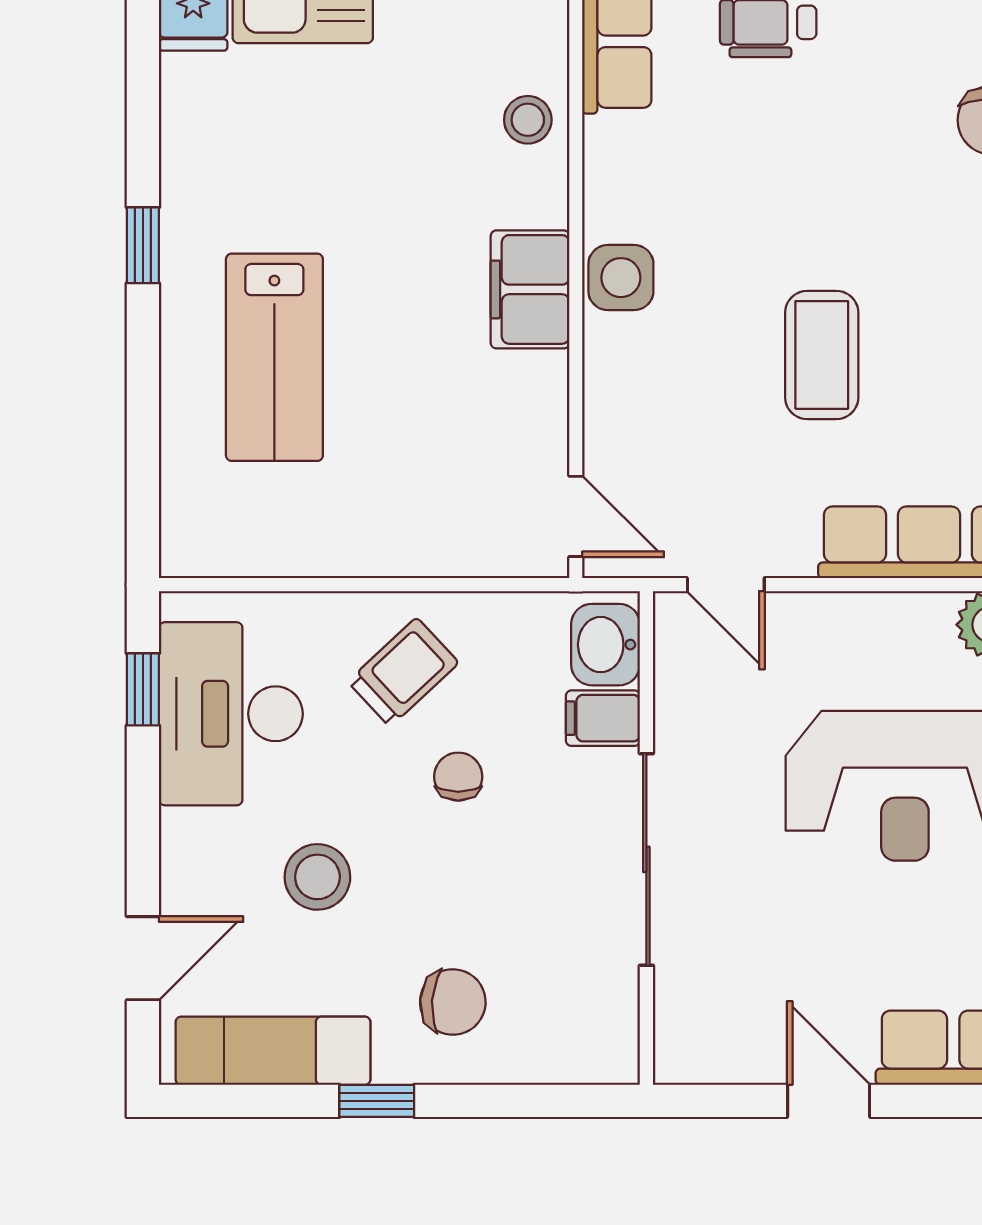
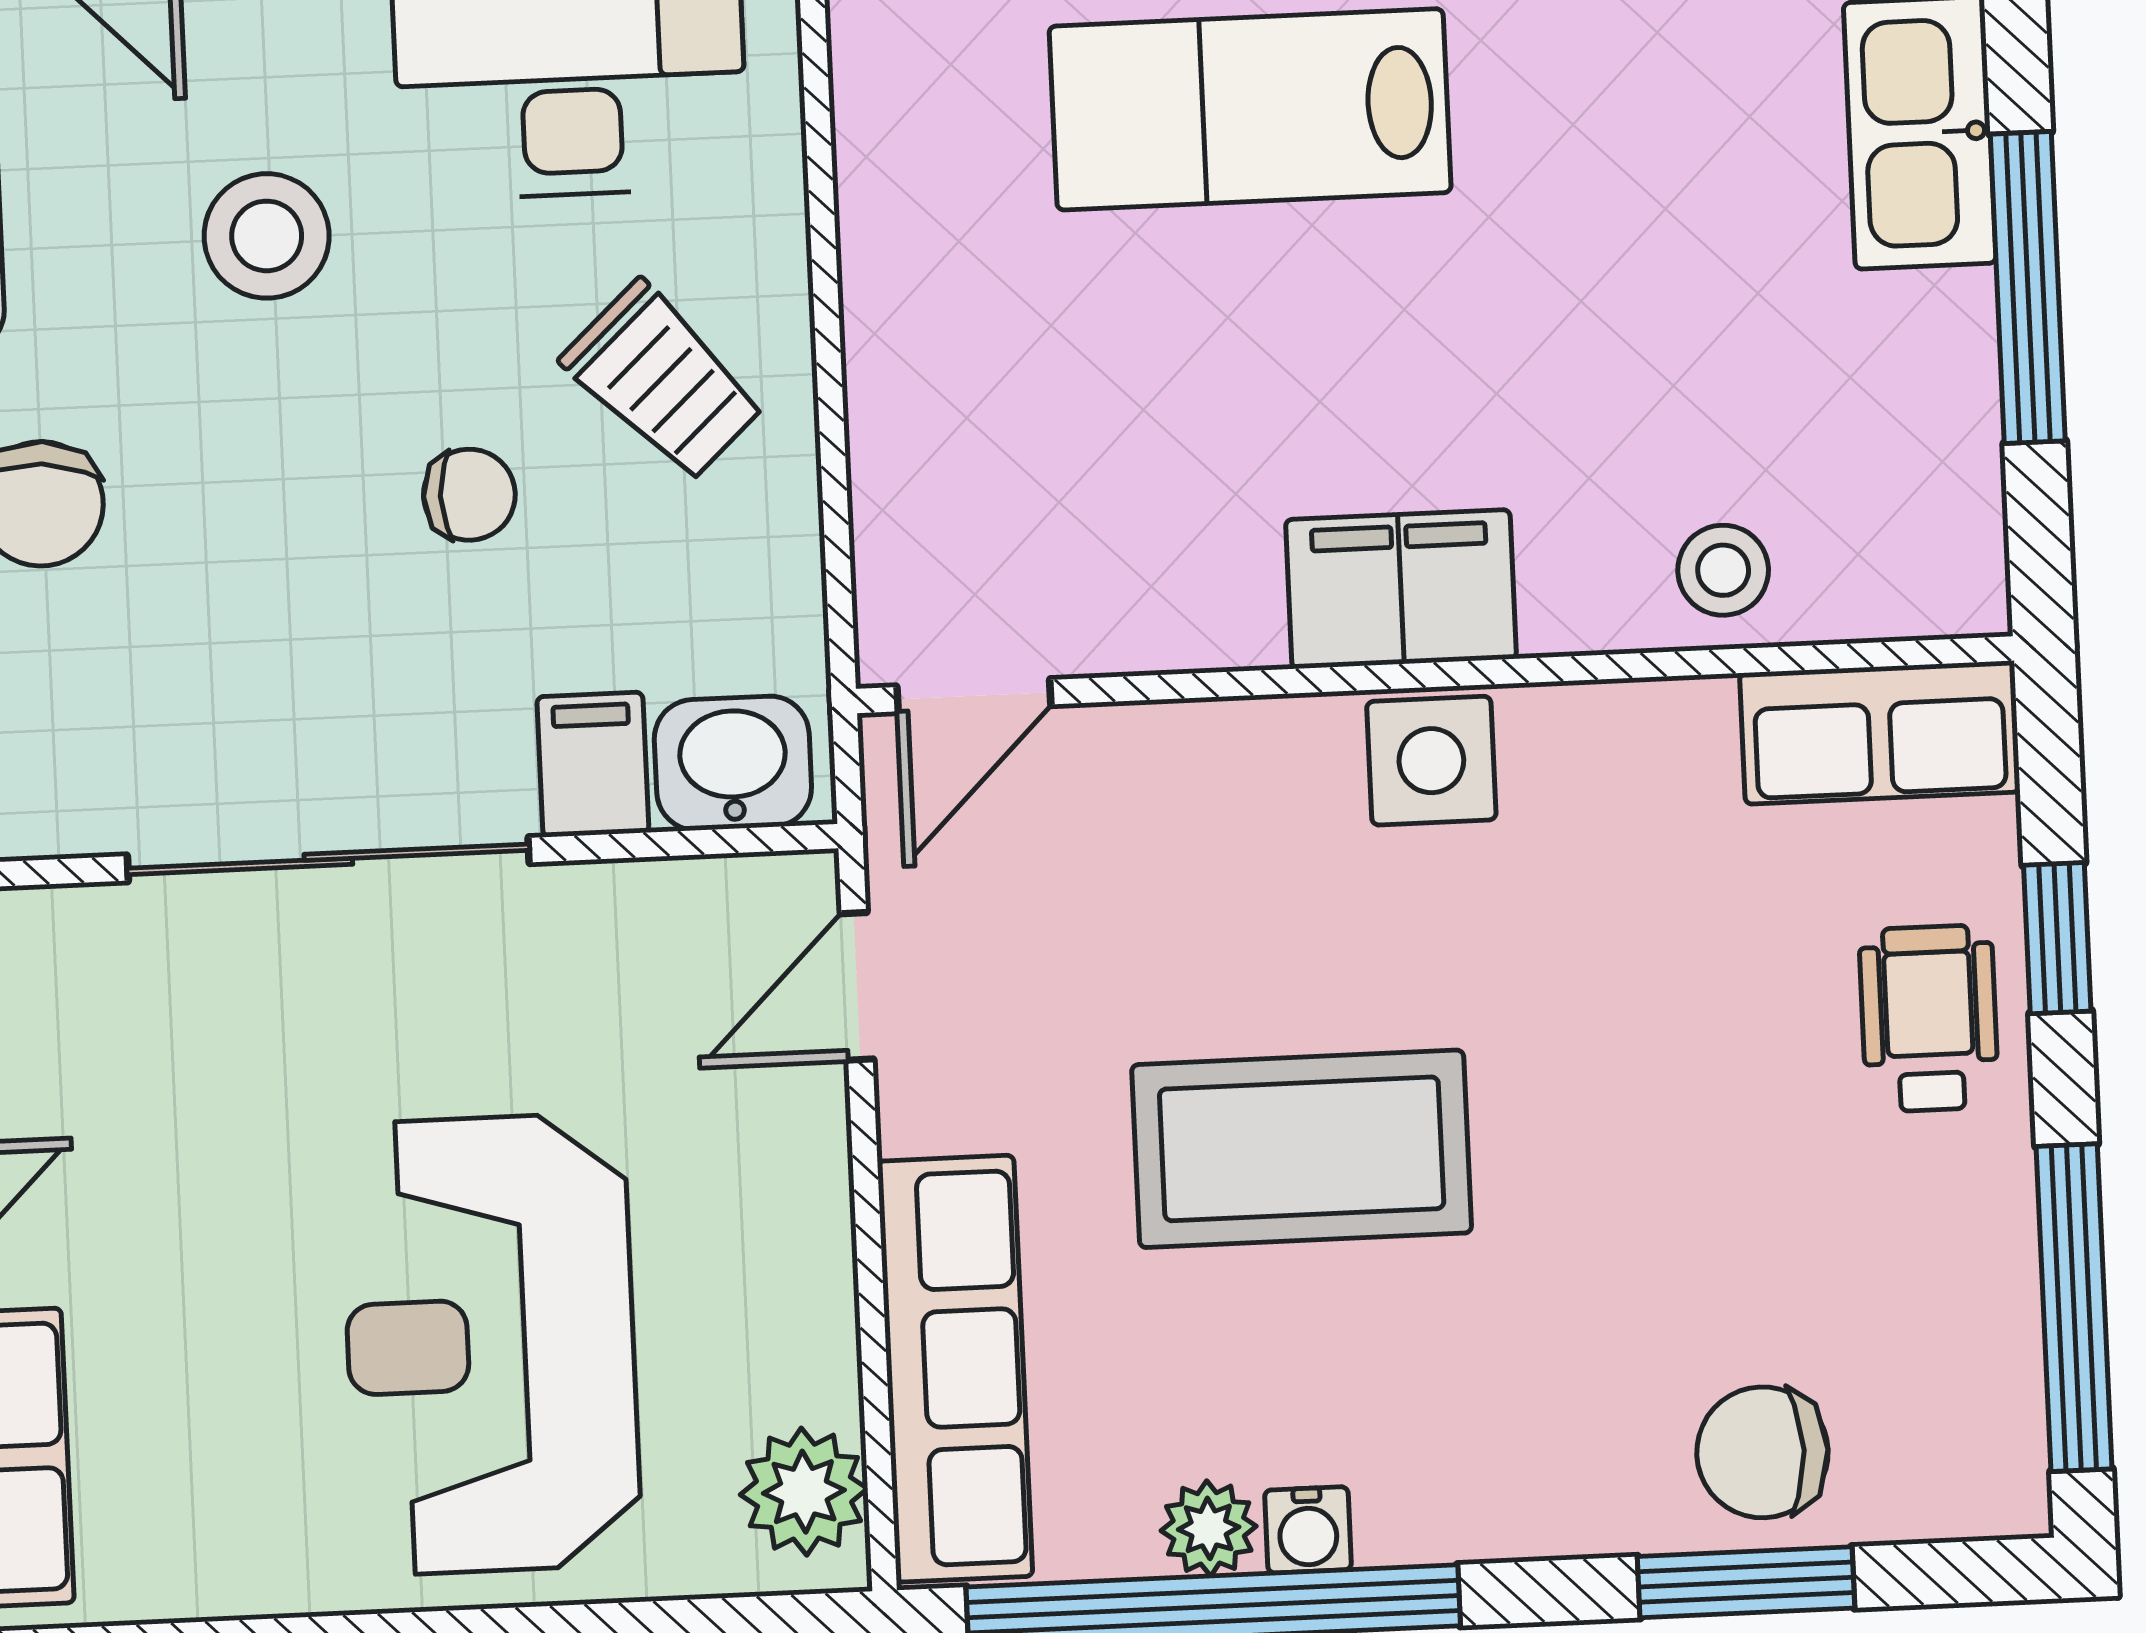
coffee table: (822, 355) -> (1302, 1149), width x1.36, depth x1.32

